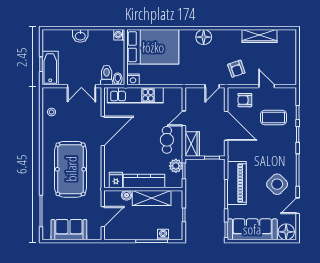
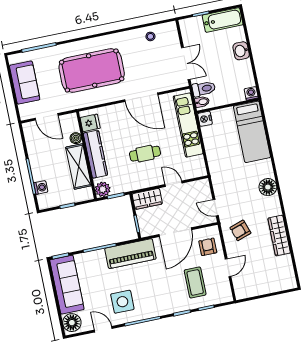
wardrobe: (259, 36) -> (279, 236), moved
bed: (153, 47) -> (252, 132), width x0.67
bathtub: (50, 68) -> (223, 20), moved
double door: (81, 86) -> (186, 64), swing flipped
cafe table: (167, 140) -> (145, 154), moved
plant: (176, 166) -> (103, 189), moved
piano: (237, 183) -> (130, 254), moved
side table: (277, 184) -> (122, 302), turned 45

